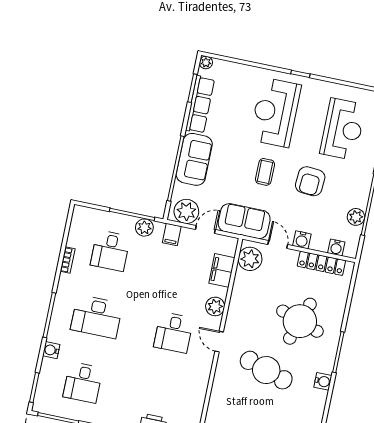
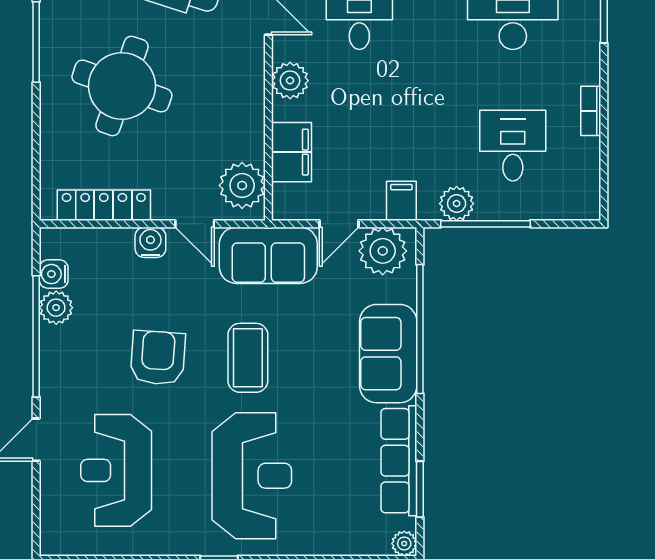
coffee table: (265, 172) -> (248, 358), width x1.36, depth x1.30
water cooler: (336, 247) -> (54, 274), moved, turned -90

